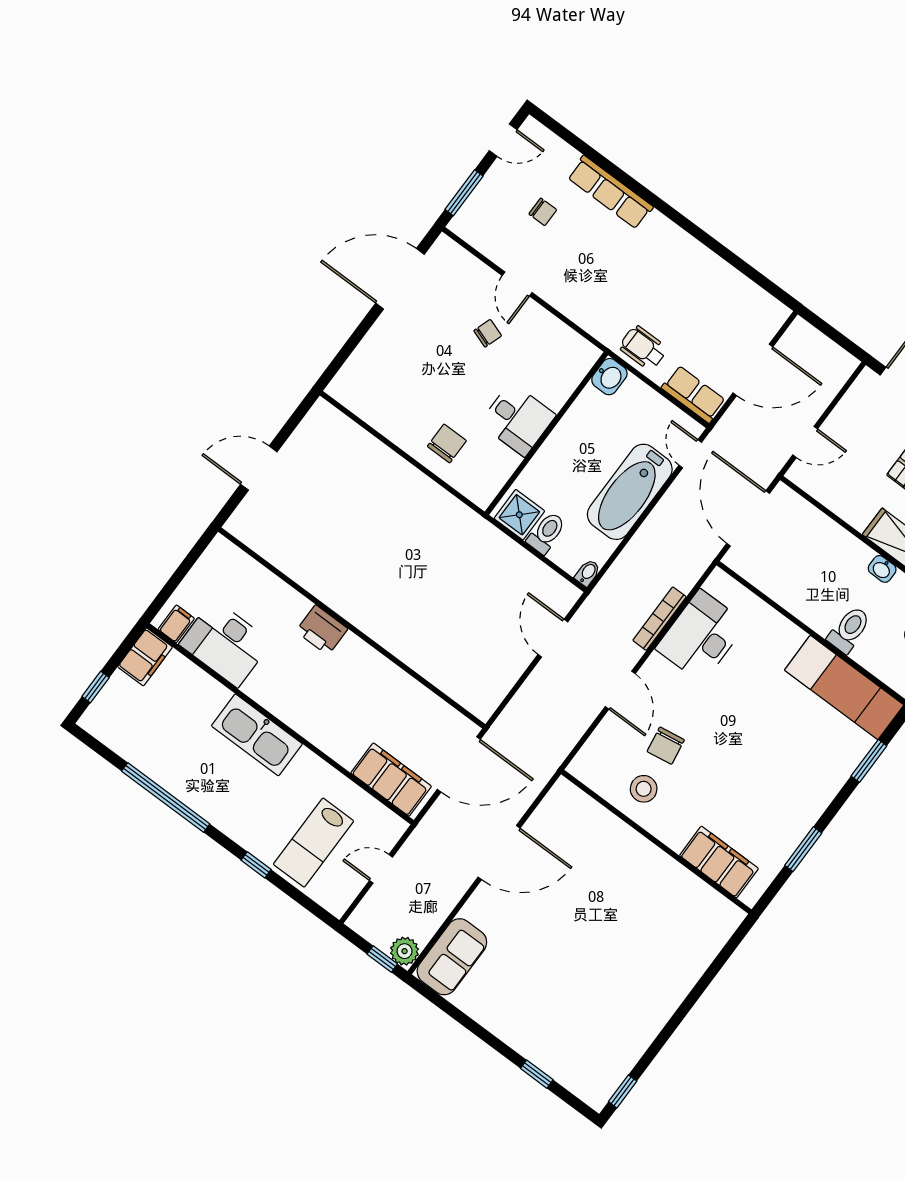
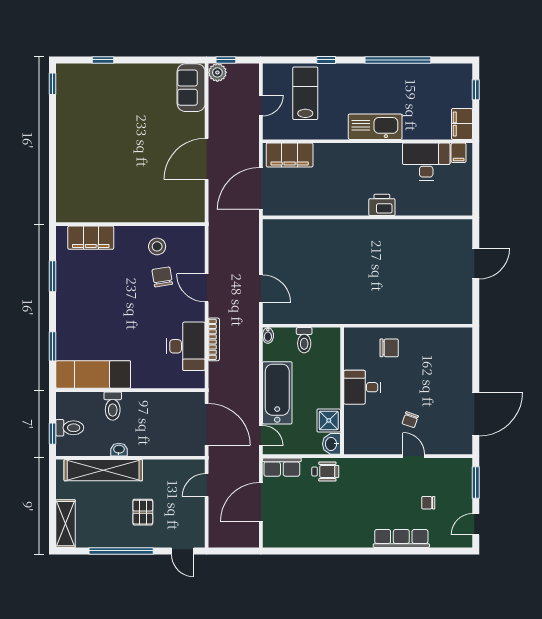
chair: (447, 443) -> (389, 348), turned -90
shower: (519, 515) -> (329, 420), moved

